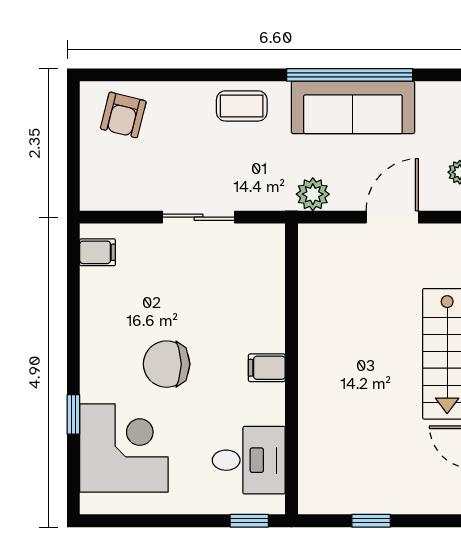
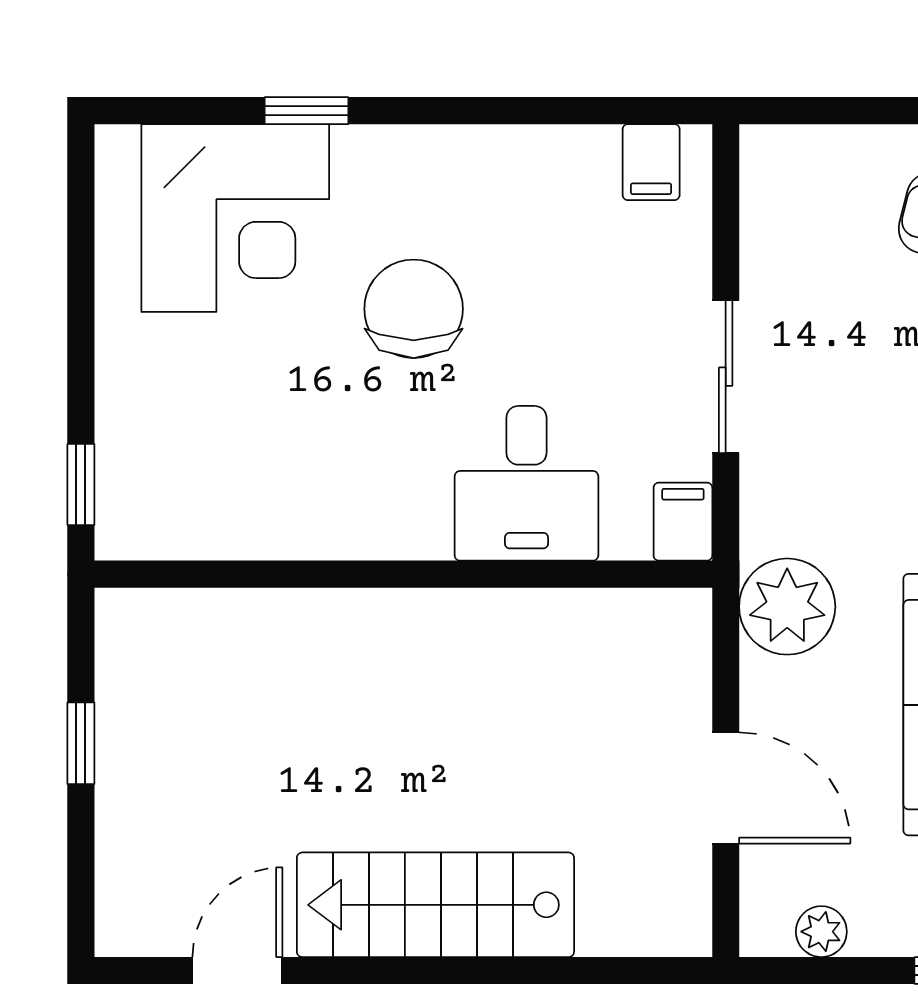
plant: (313, 194) -> (787, 607), width x1.36, depth x1.36
filing cabinet: (267, 368) -> (683, 522), moved
desk: (249, 460) -> (526, 483), moved

